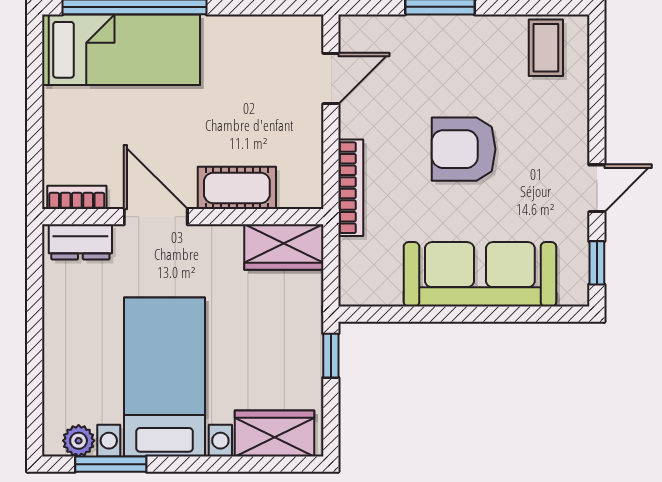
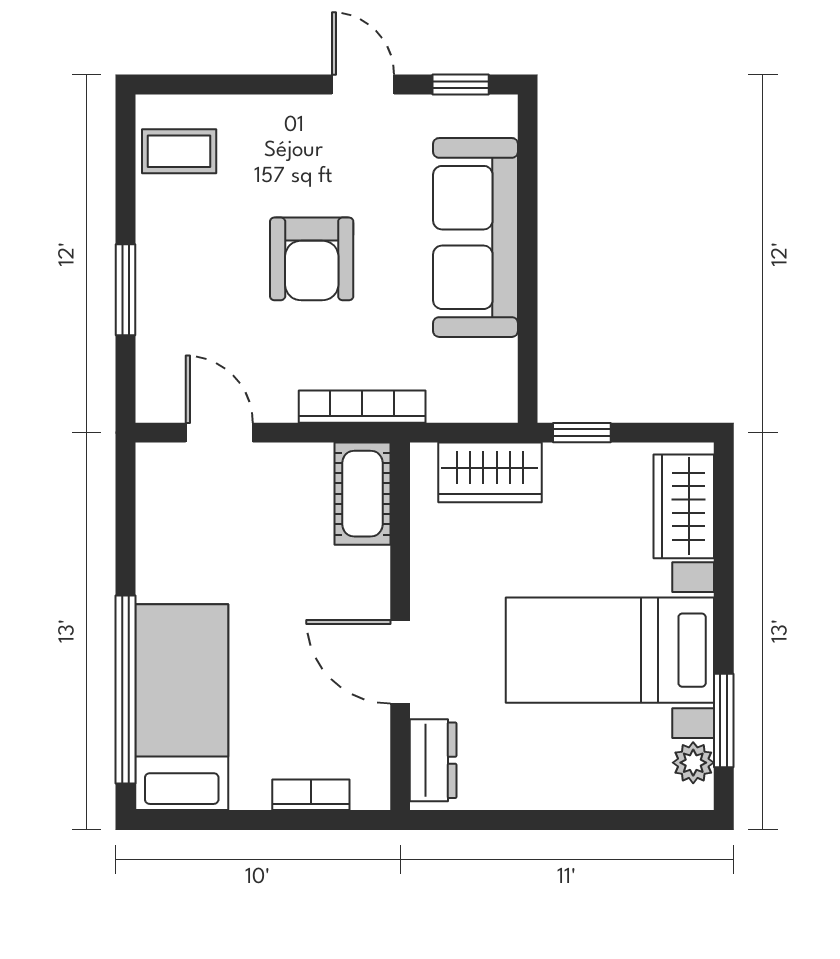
cot: (237, 188) -> (362, 494), moved
bookcase: (77, 197) -> (311, 795), moved, turned 90
door: (156, 217) -> (400, 662), hinge flipped
wardrobe: (284, 247) -> (490, 472), moved, turned 90

